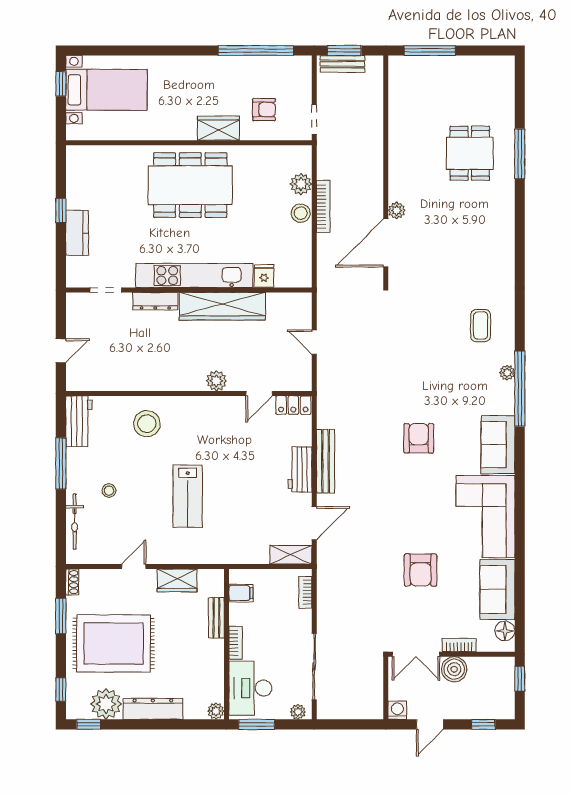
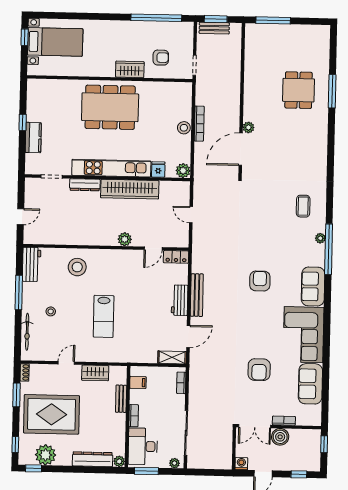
plant: (301, 184) -> (183, 171), moved
floor lamp: (505, 631) -> (315, 412), removed
dresser: (153, 709) -> (93, 459), moved

